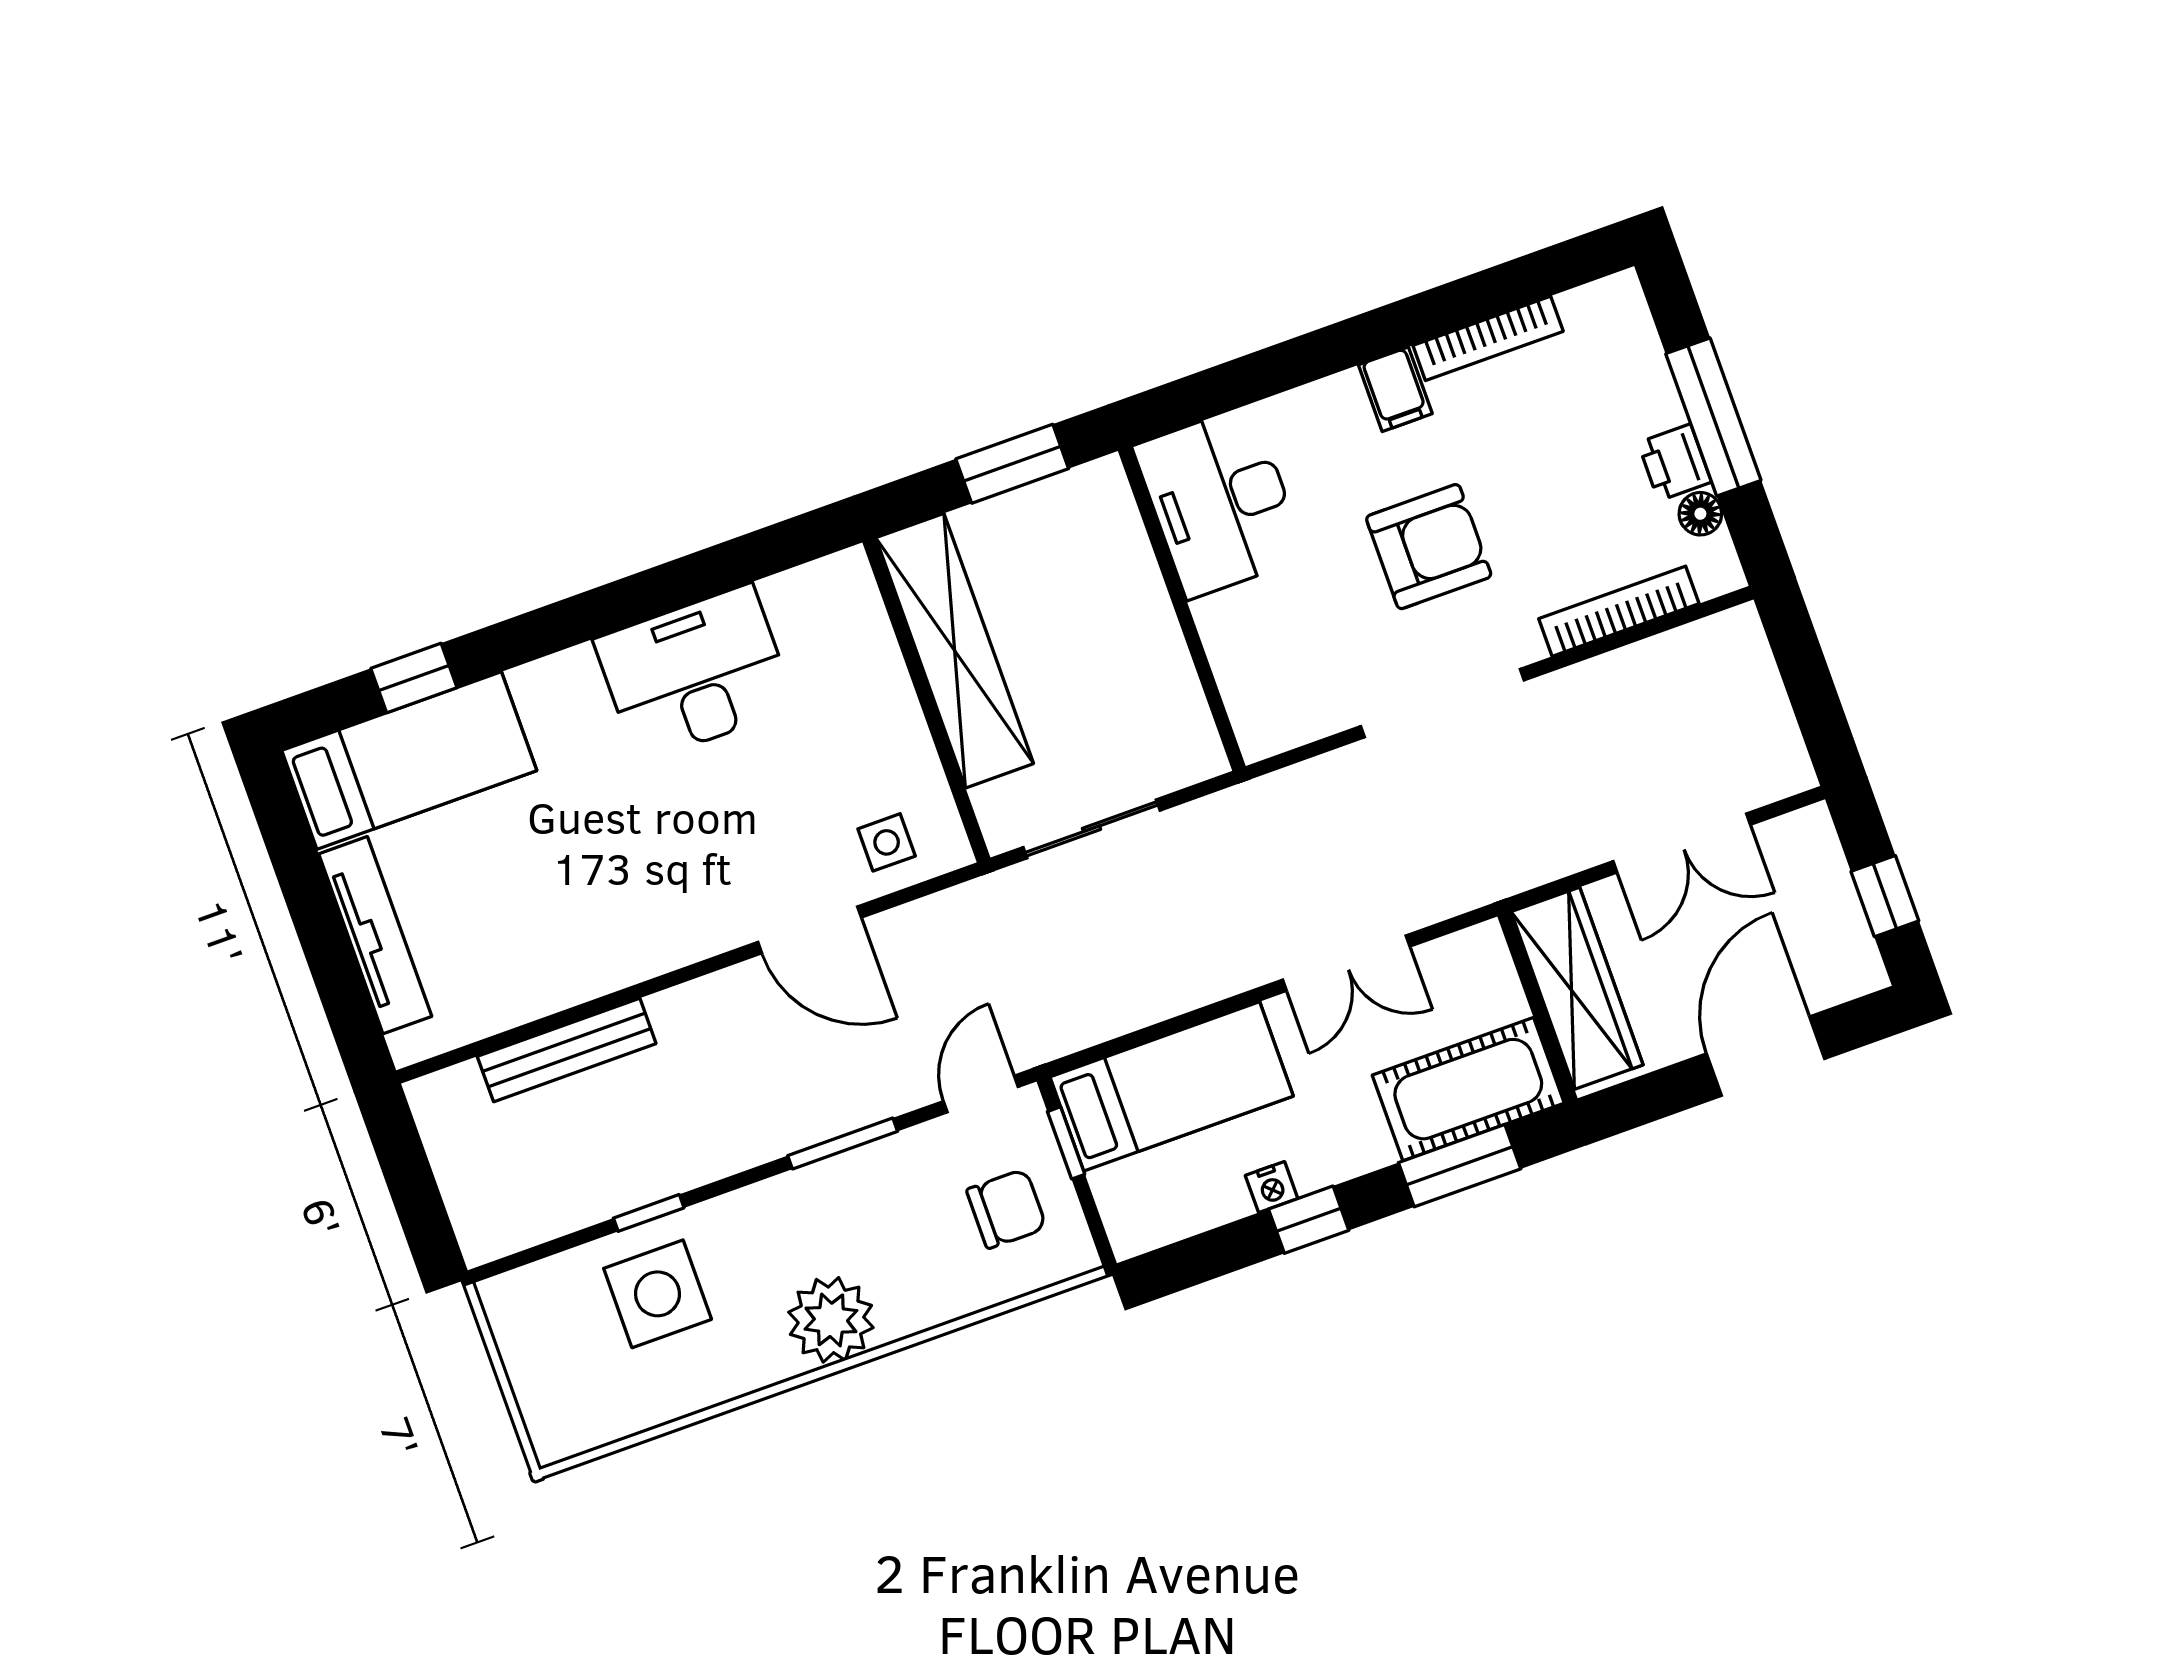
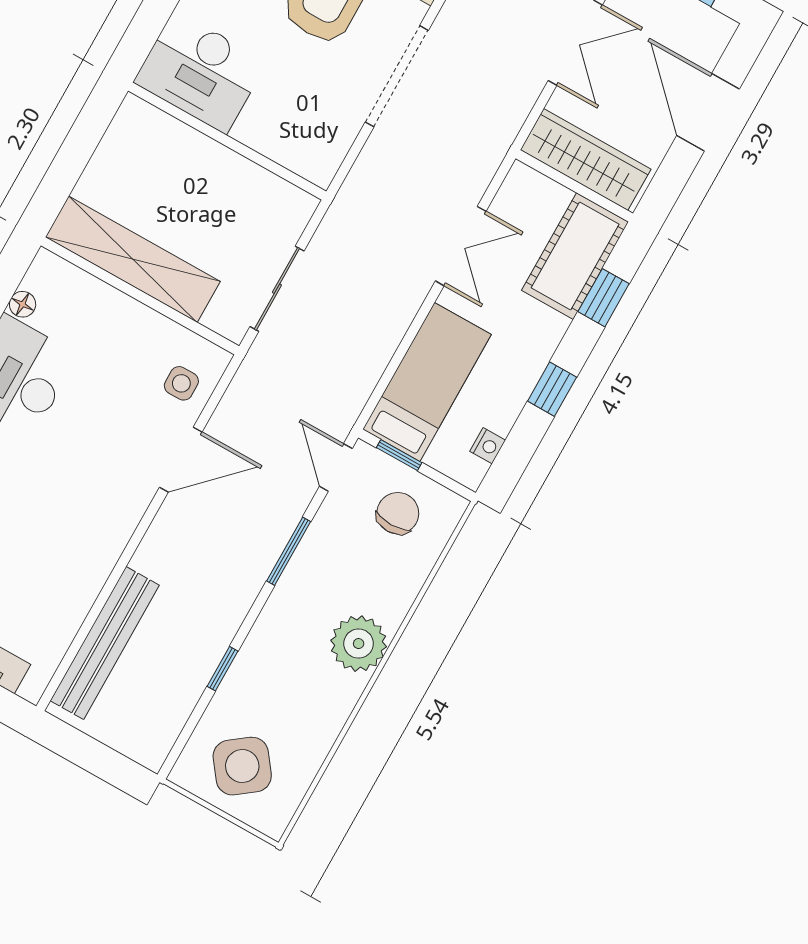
window: (1012, 464) -> (81, 142), removed
floor lamp: (782, 592) -> (23, 304), added
bench: (567, 1050) -> (105, 643), width x1.37, depth x1.21
window: (1460, 1166) -> (604, 298), width x0.67
nightstand: (1272, 1187) -> (488, 446), moved
side table: (658, 1294) -> (242, 766), moved, turned -37

